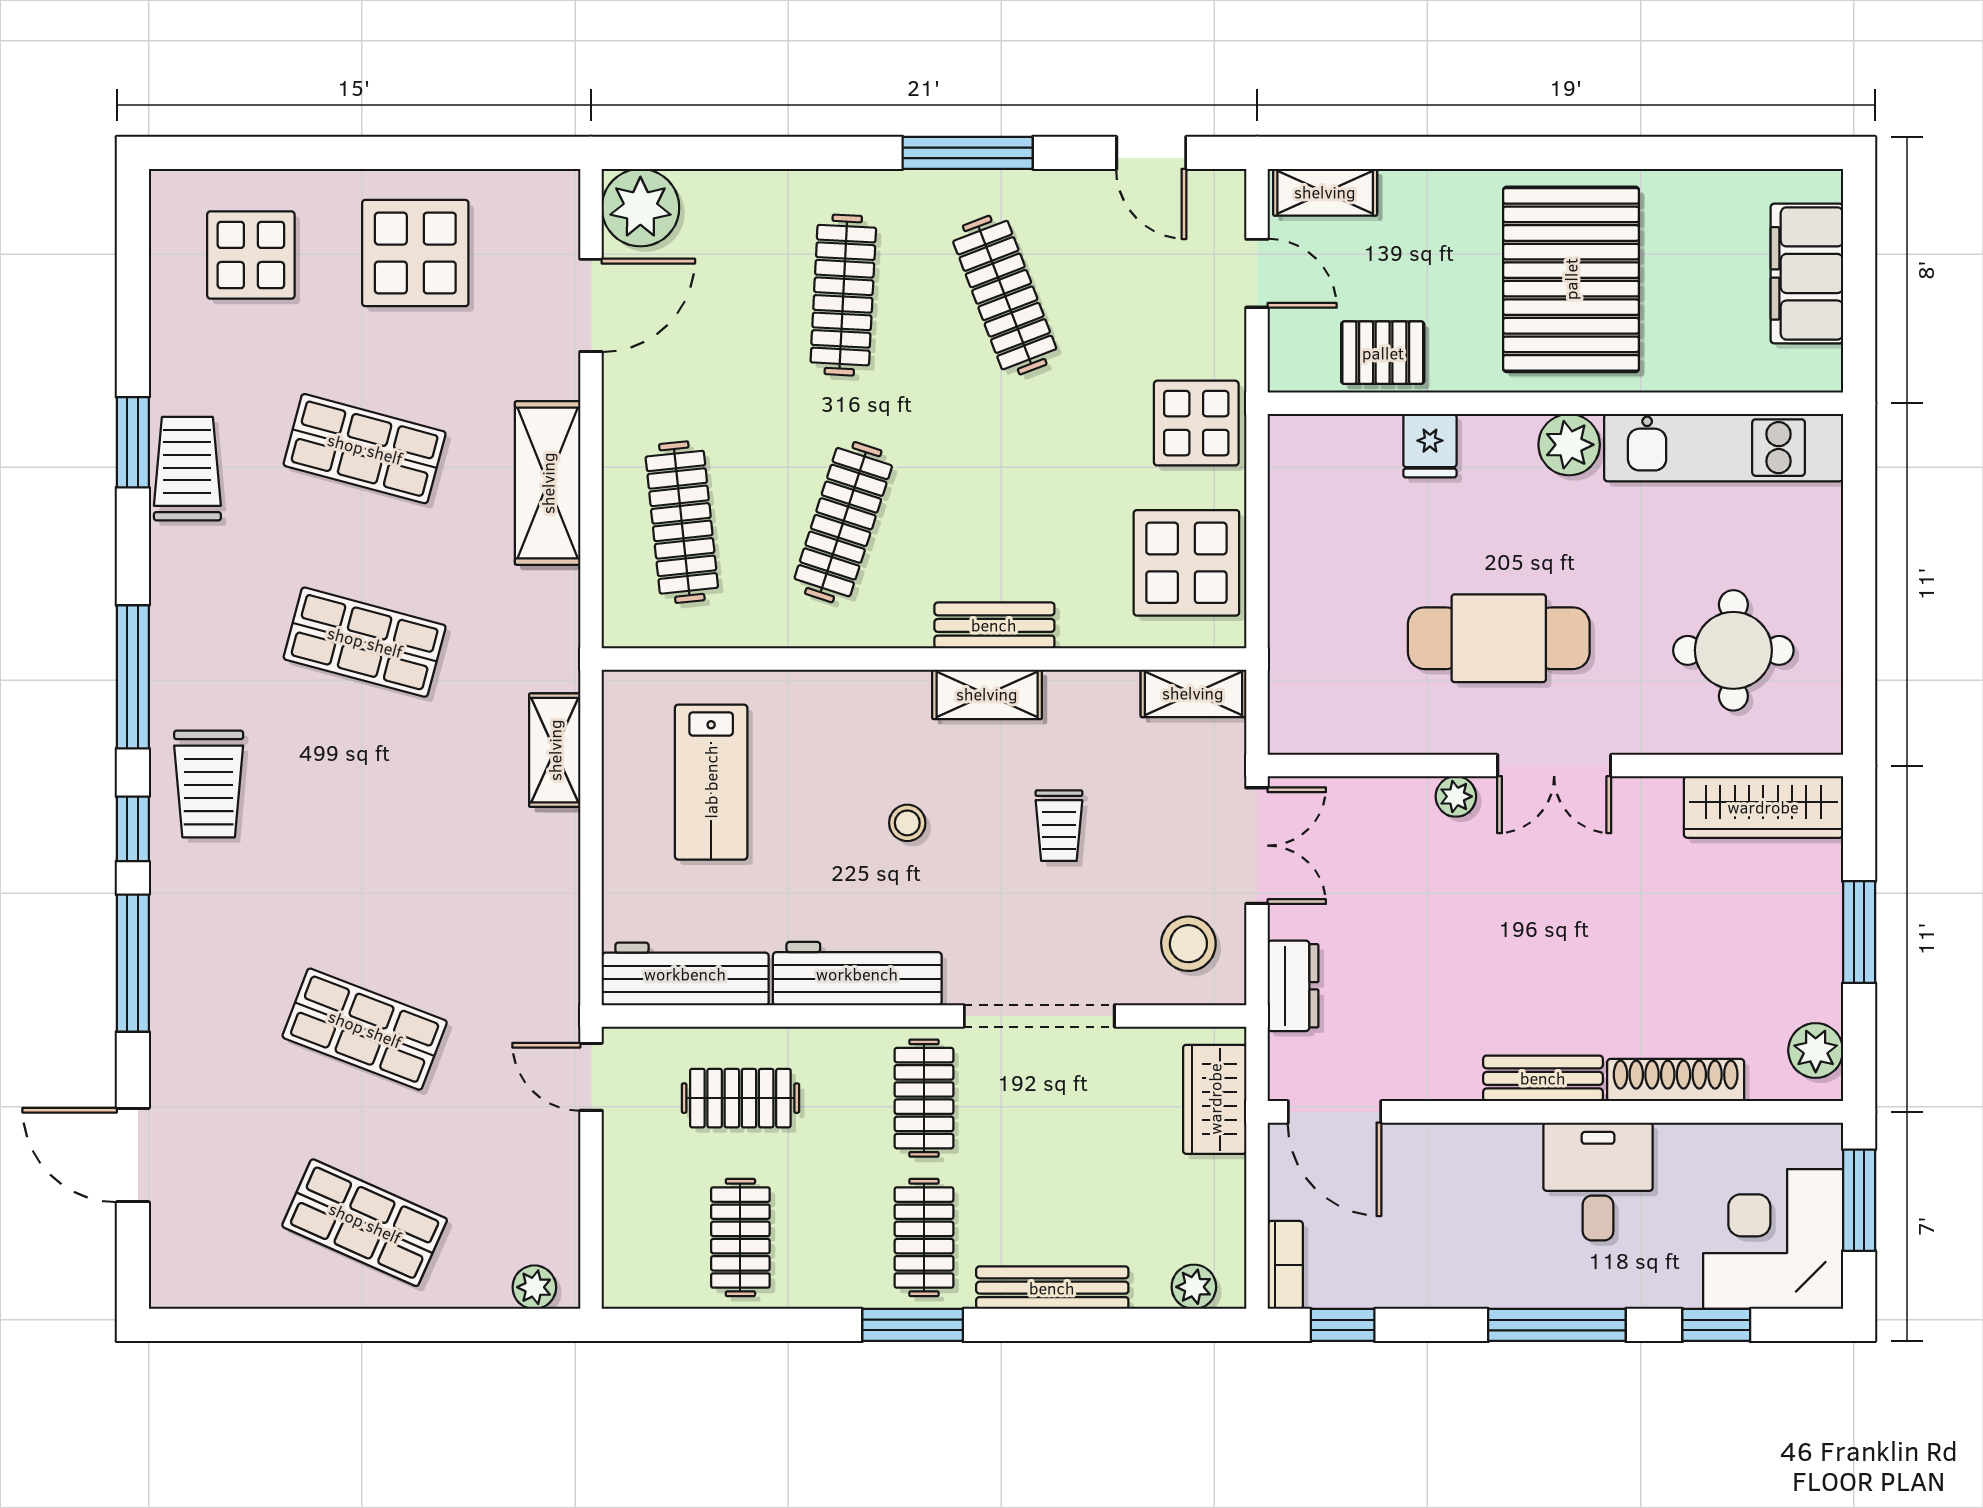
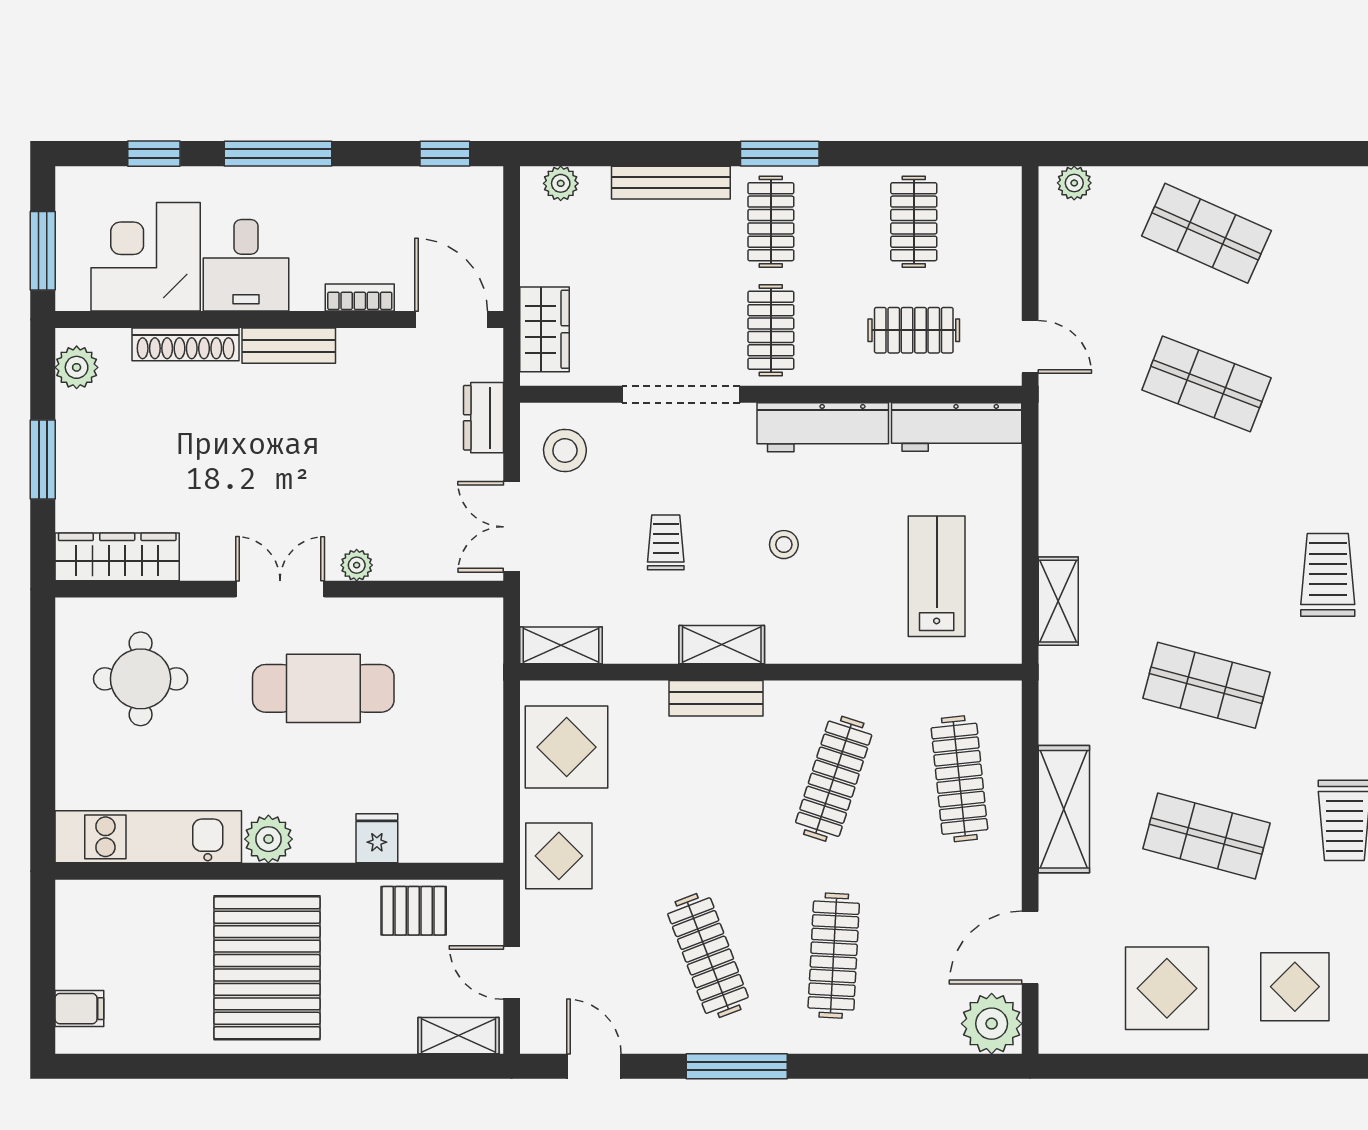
filing cabinet: (1807, 273) -> (79, 1009), width x0.33, depth x0.86
corner desk: (1773, 1239) -> (146, 257), moved, turned 180
bookcase: (1285, 1265) -> (360, 298), moved, turned 90

